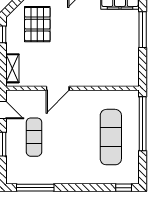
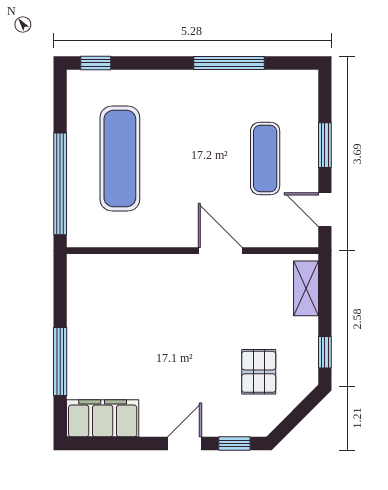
pallet: (37, 24) -> (259, 372), width x0.67, depth x0.71
door: (58, 88) -> (220, 251), hinge flipped
window: (35, 188) -> (229, 63), moved

